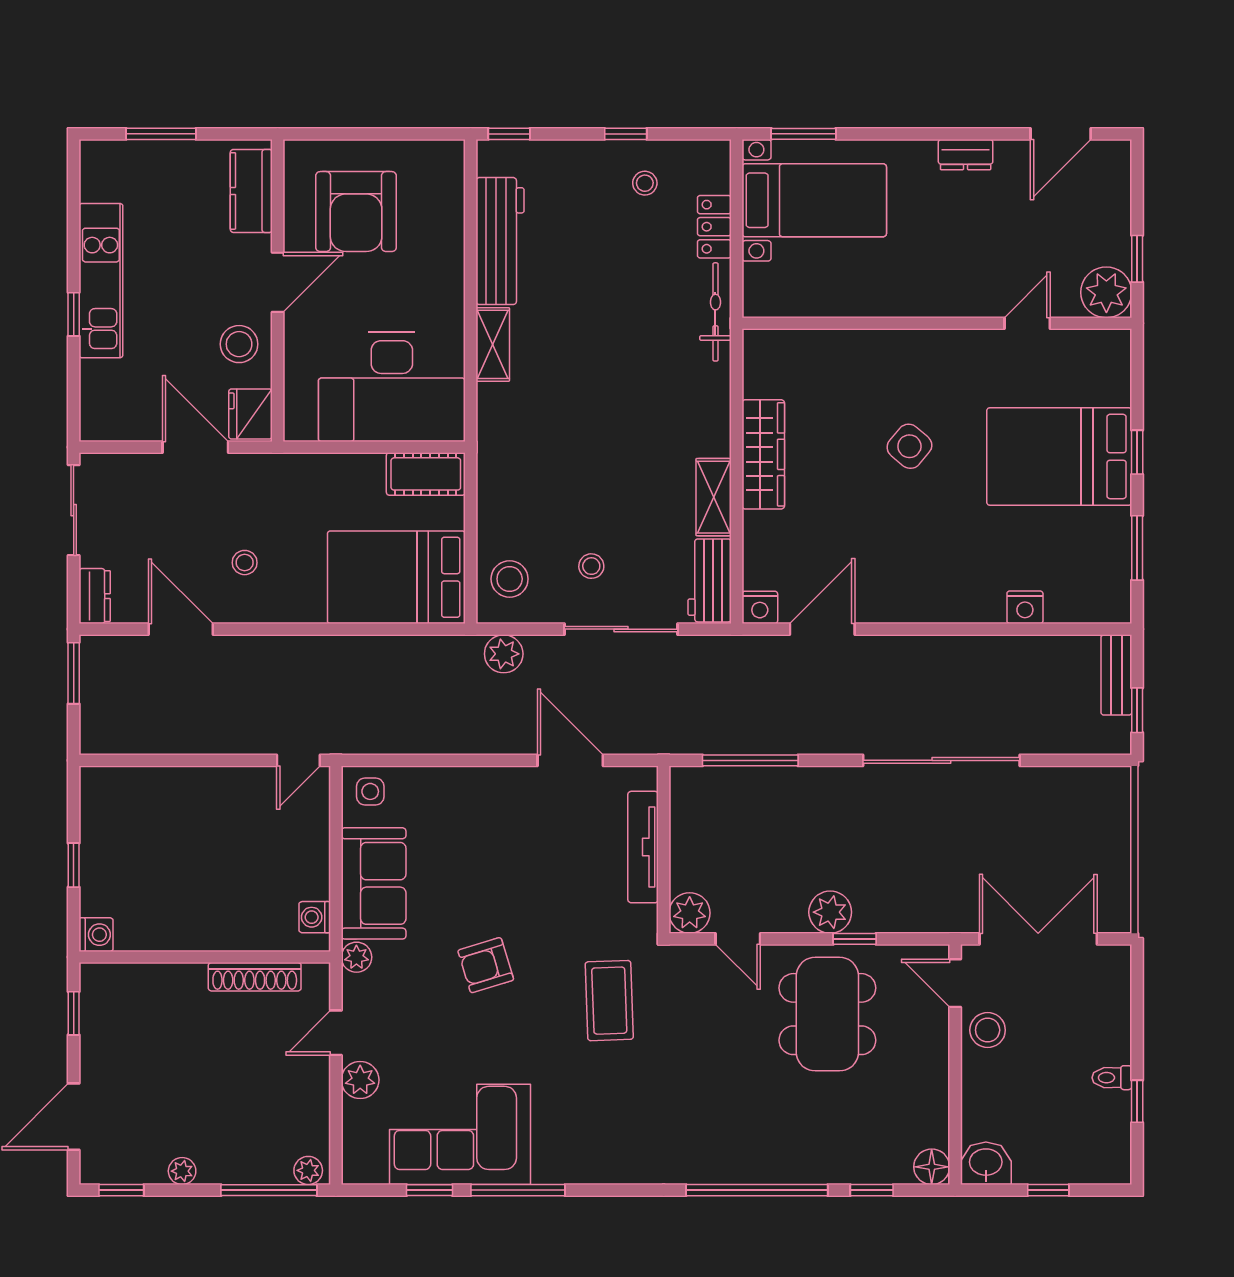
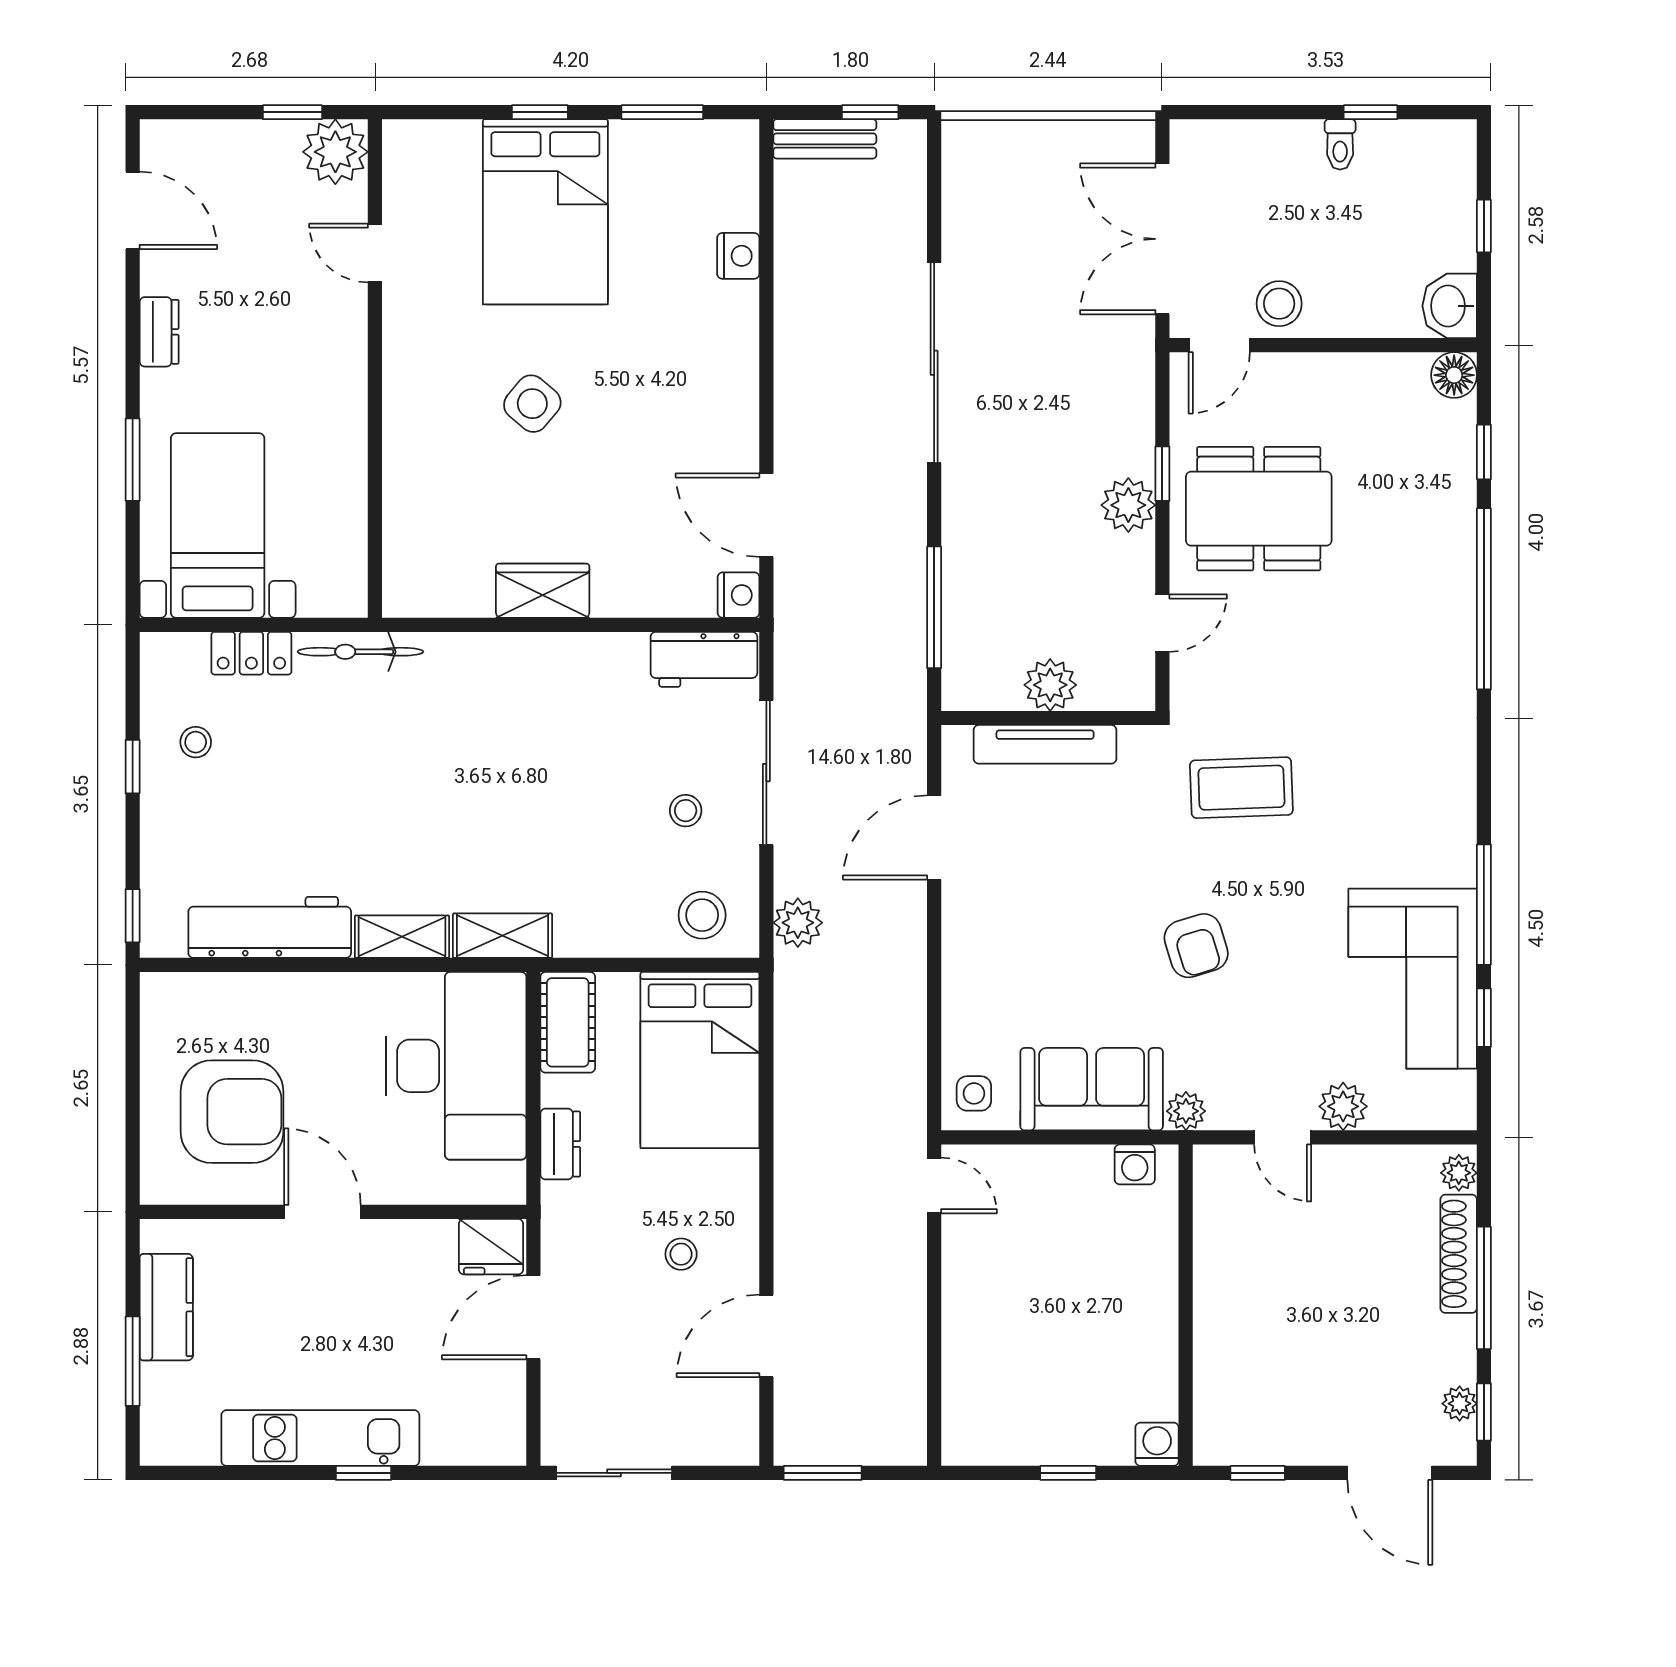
window: (803, 134) -> (133, 460), moved
kitchen counter: (251, 191) -> (166, 1307), moved, turned -90
stool: (239, 344) -> (402, 1261), removed
wardrobe: (763, 454) -> (543, 591), width x0.67
shelving: (714, 497) -> (502, 936), moved
dresser: (95, 596) -> (560, 1144), moved, turned 90
plant: (690, 913) -> (1050, 685), moved
shoe rack: (255, 977) -> (1459, 1254), moved, turned 180
plant: (182, 1171) -> (1460, 1404), moved
window: (269, 1190) -> (1484, 1288), moved

